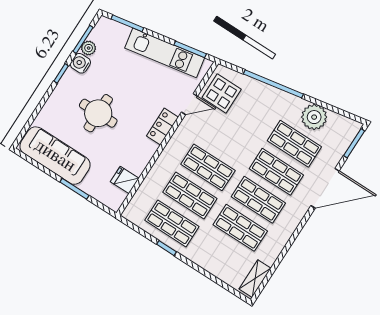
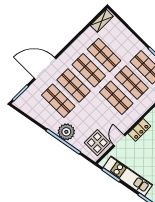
door: (189, 104) -> (119, 140), hinge flipped
plant: (314, 117) -> (66, 132), moved

